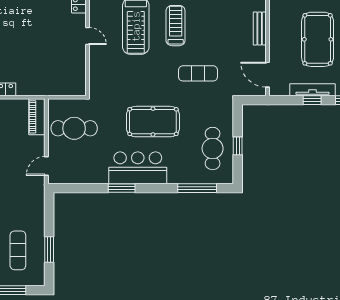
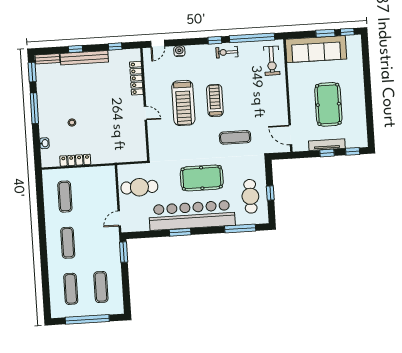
bench: (260, 29) -> (282, 99), removed
piano: (37, 117) -> (109, 180), removed
bar counter: (138, 168) -> (192, 215), width x1.86
window: (49, 249) -> (124, 252), moved

